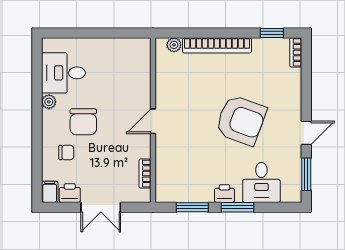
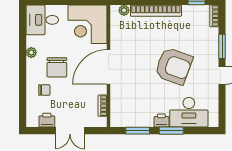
corner desk: (125, 64) -> (87, 24), added
desk: (63, 73) -> (42, 20), moved
door: (153, 121) -> (109, 67), width x1.88
window: (306, 174) -> (222, 46), moved
desk: (261, 182) -> (189, 112), width x1.37
filing cabinet: (50, 192) -> (32, 119), removed

